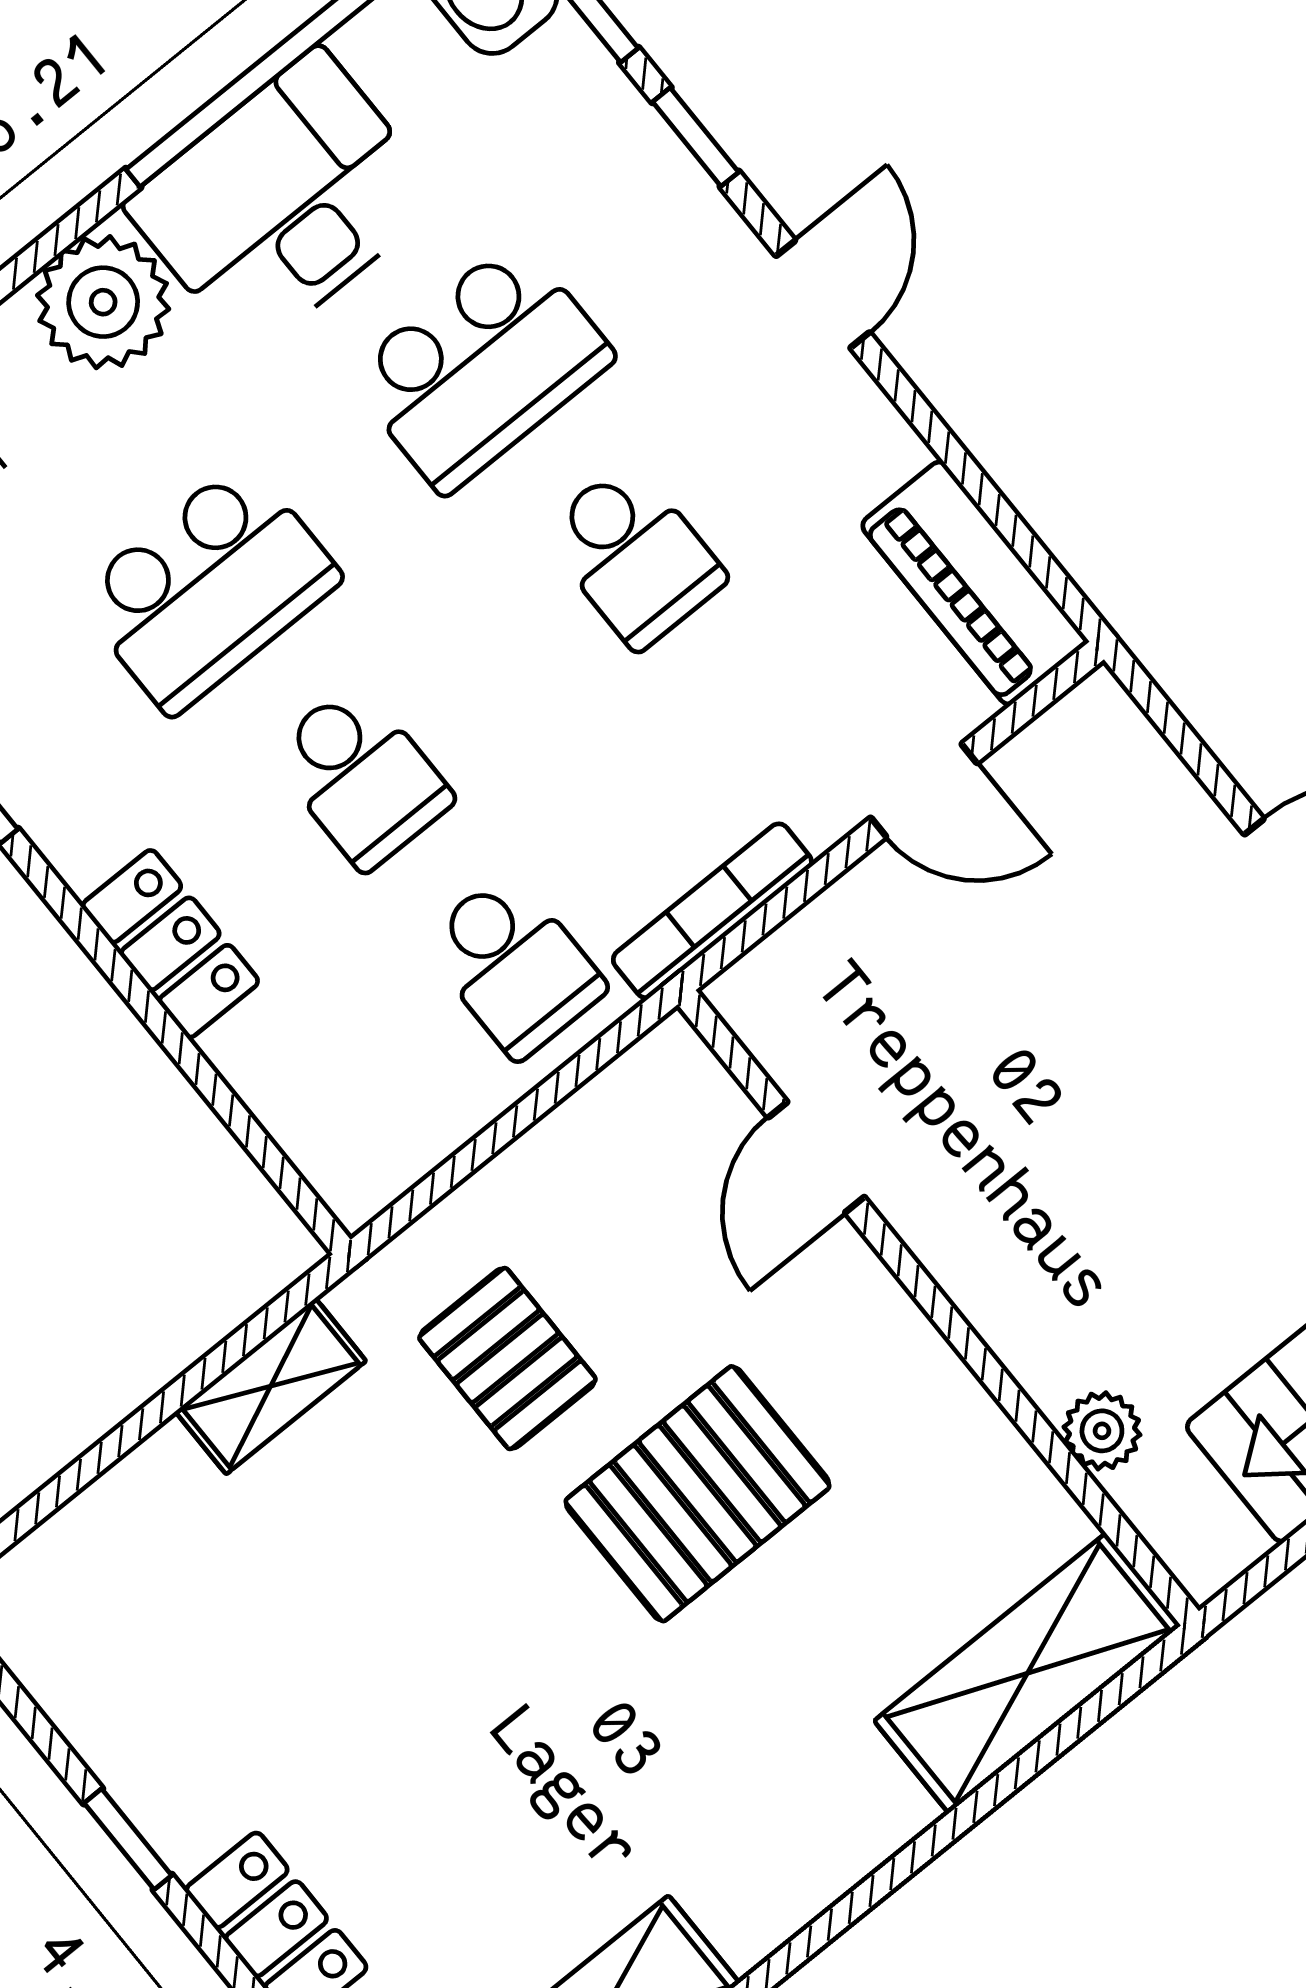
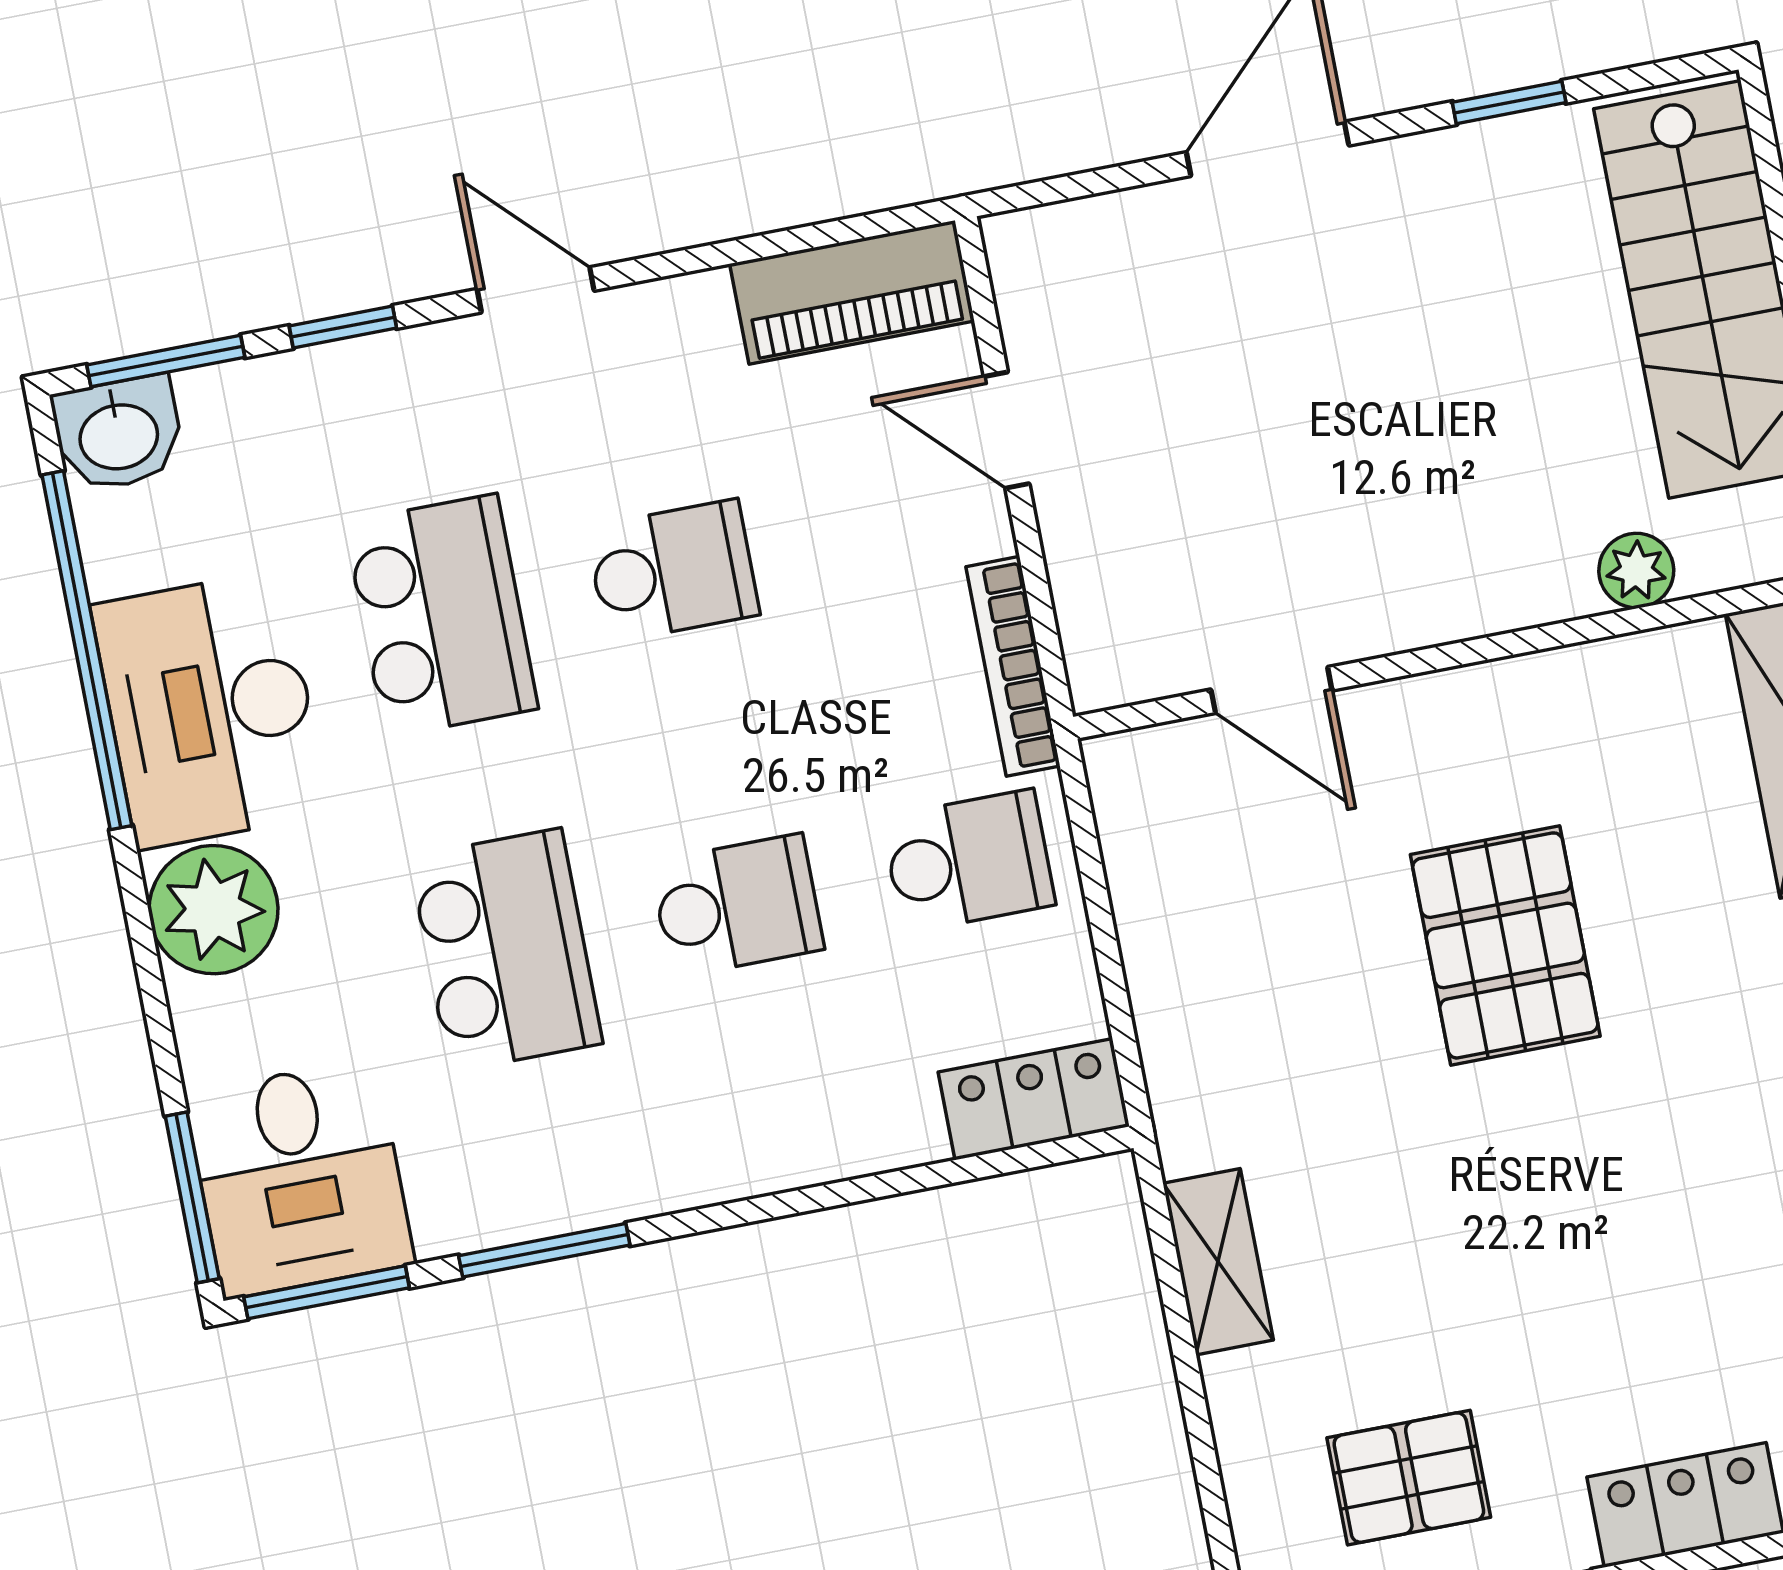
door: (924, 790) -> (1007, 430), swing flipped
locker: (170, 944) -> (1034, 1099), moved
pallet: (507, 1359) -> (1409, 1478), moved

